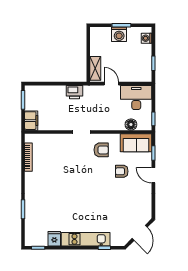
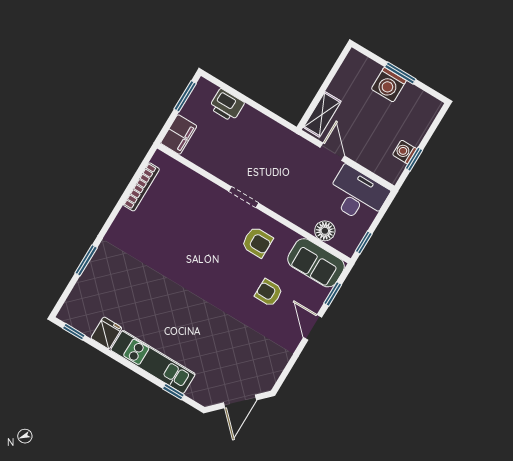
washing machine: (147, 38) -> (405, 152), moved
printer: (74, 92) -> (227, 105), moved

